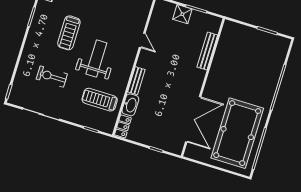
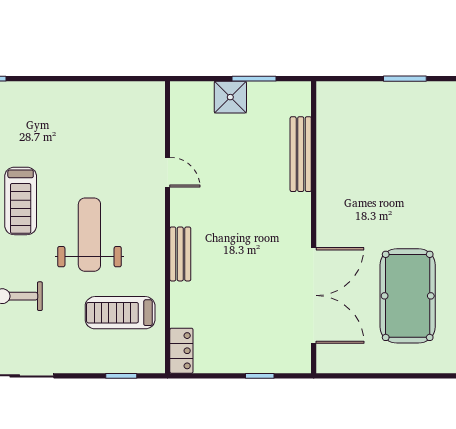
washbasin: (130, 105) -> (183, 305), removed
pool table: (237, 133) -> (408, 296), width x0.73, depth x0.76

